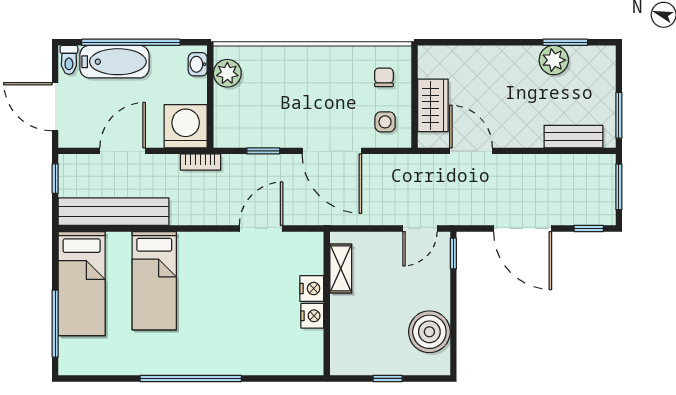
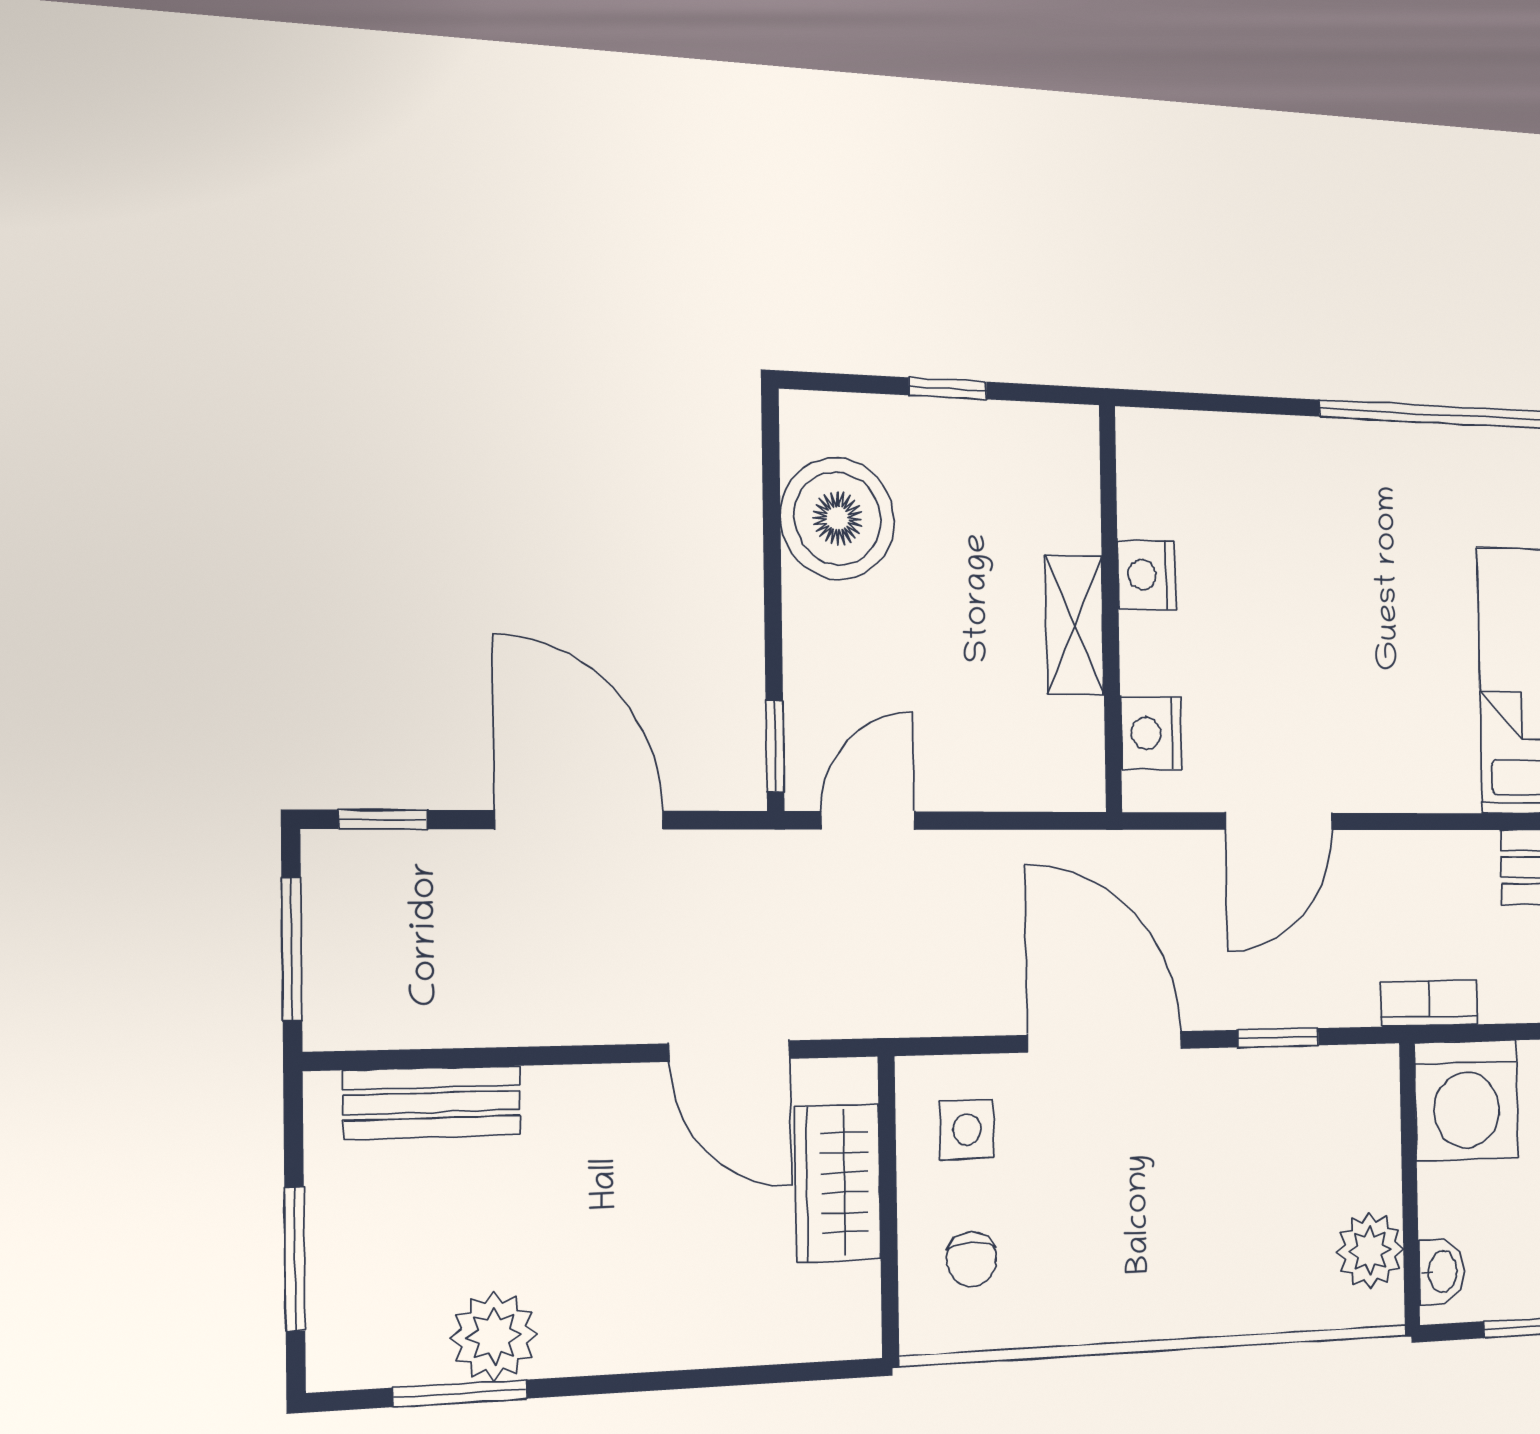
window: (619, 115) -> (295, 1259), moved
shelving: (341, 268) -> (1075, 625), moved
nightstand: (312, 289) -> (1151, 733), moved

